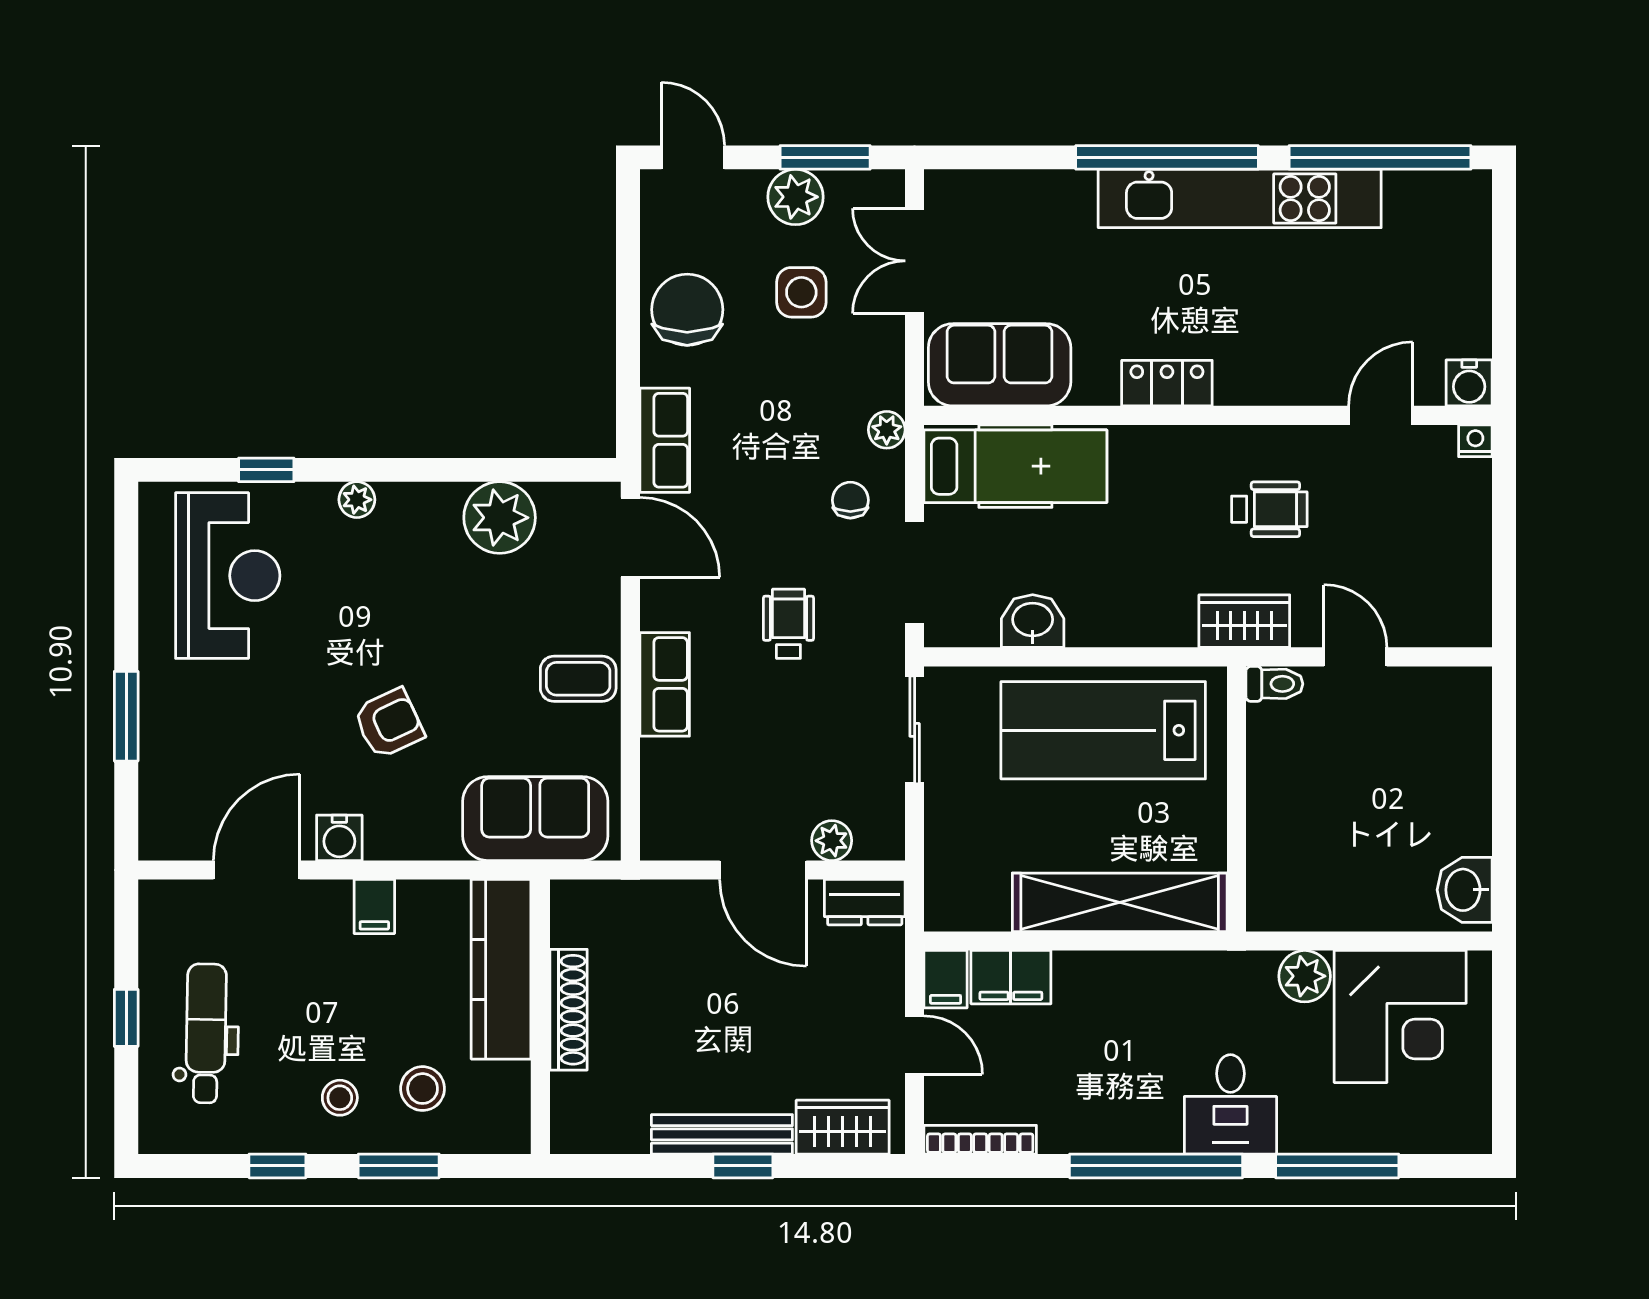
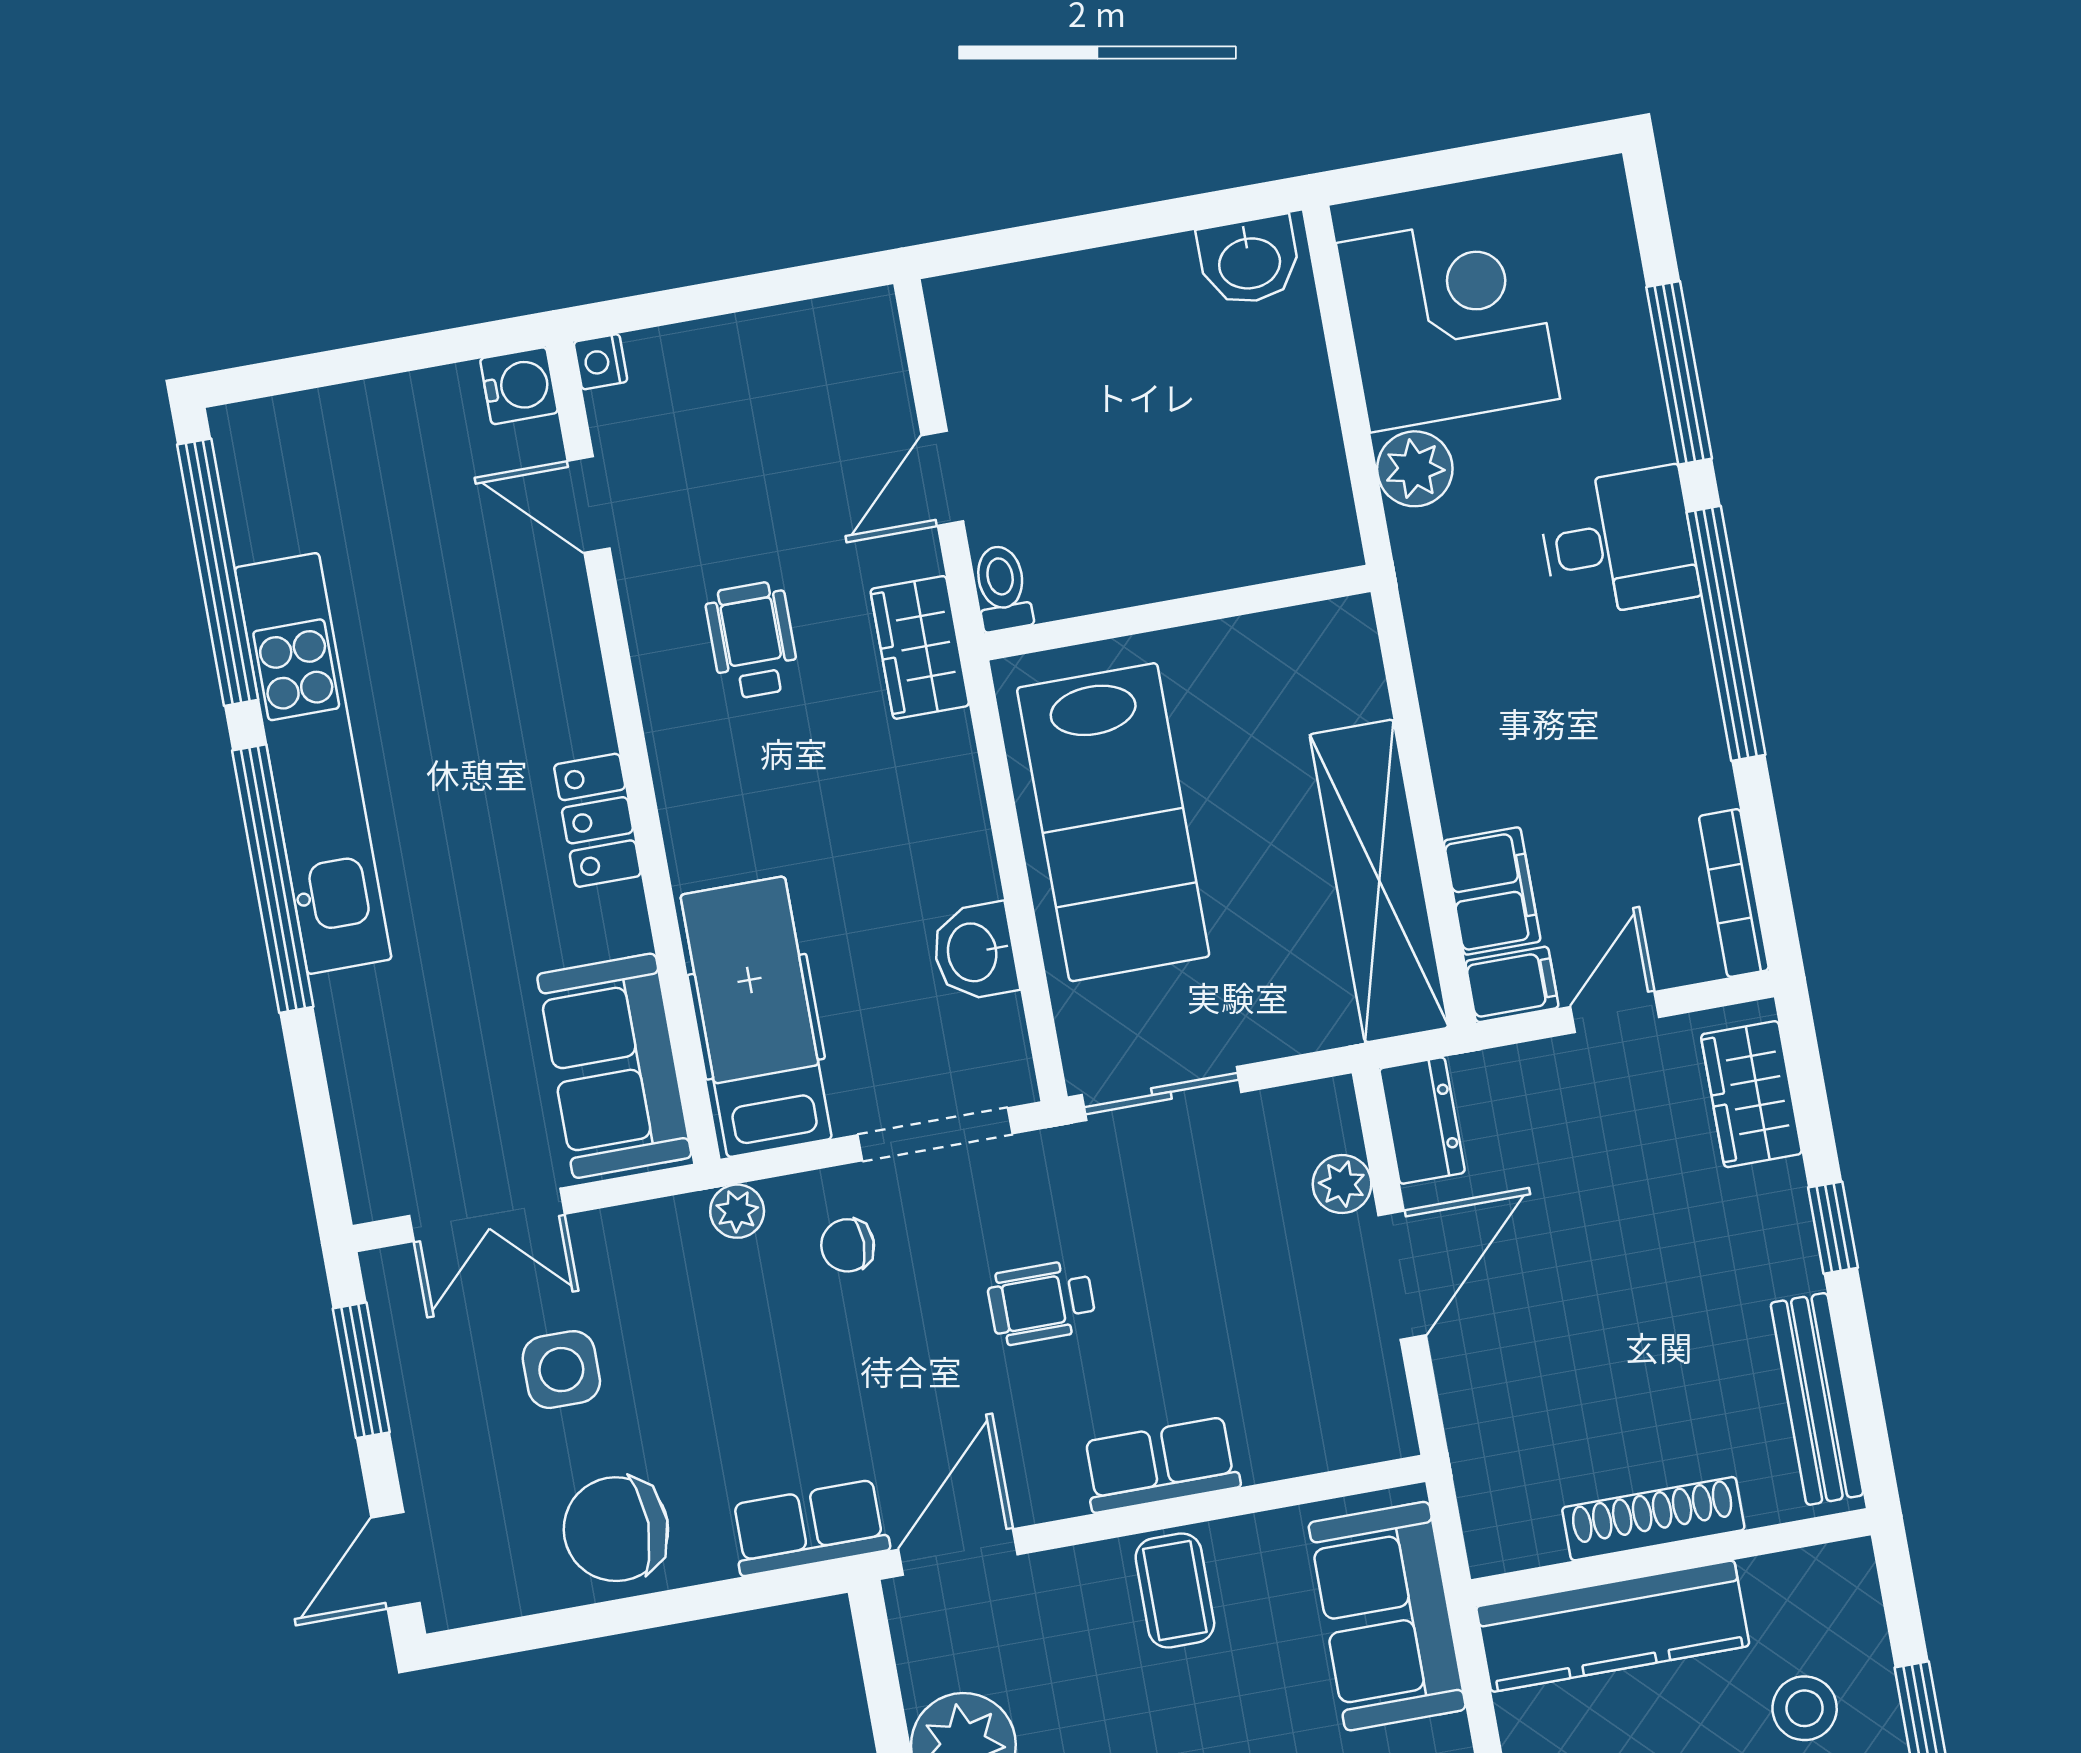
plant: (796, 197) -> (426, 1403), removed
shelving: (1120, 902) -> (1379, 881), moved
bench: (722, 1134) -> (1817, 1399), moved

